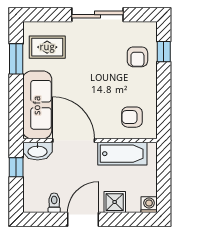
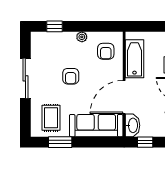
armchair: (137, 57) -> (71, 76), moved, turned 90
plant: (150, 86) -> (82, 37), added

